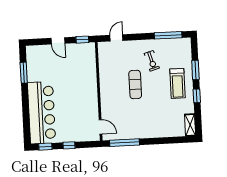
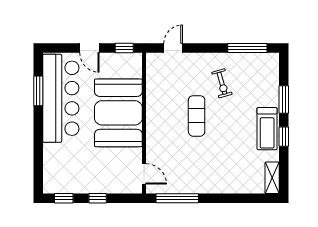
treadmill: (177, 83) -> (267, 129), moved
booth: (80, 85) -> (118, 113), added
bar counter: (42, 113) -> (61, 98), moved

